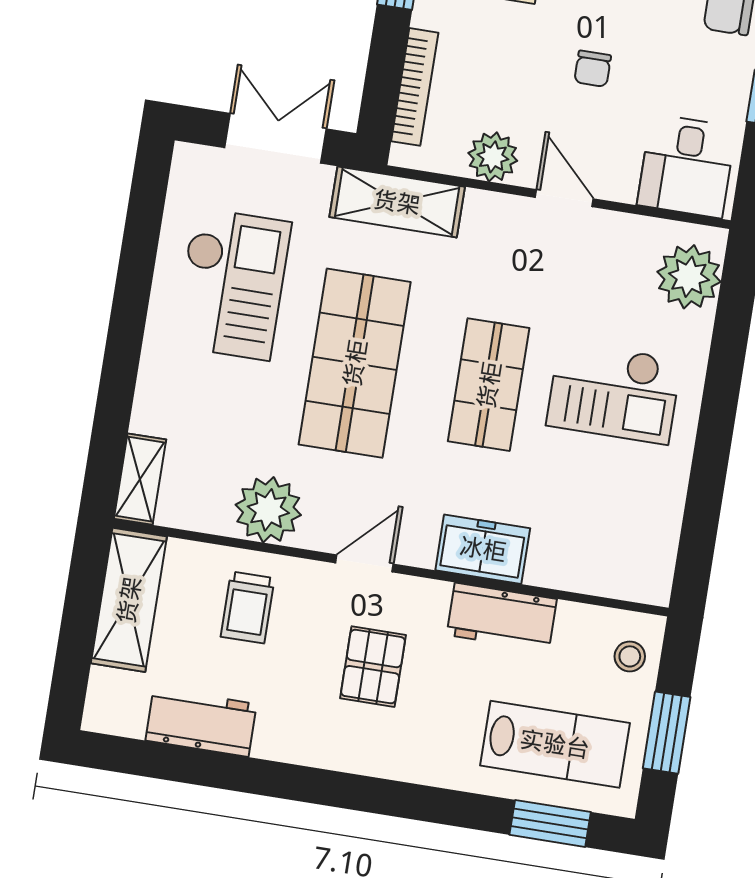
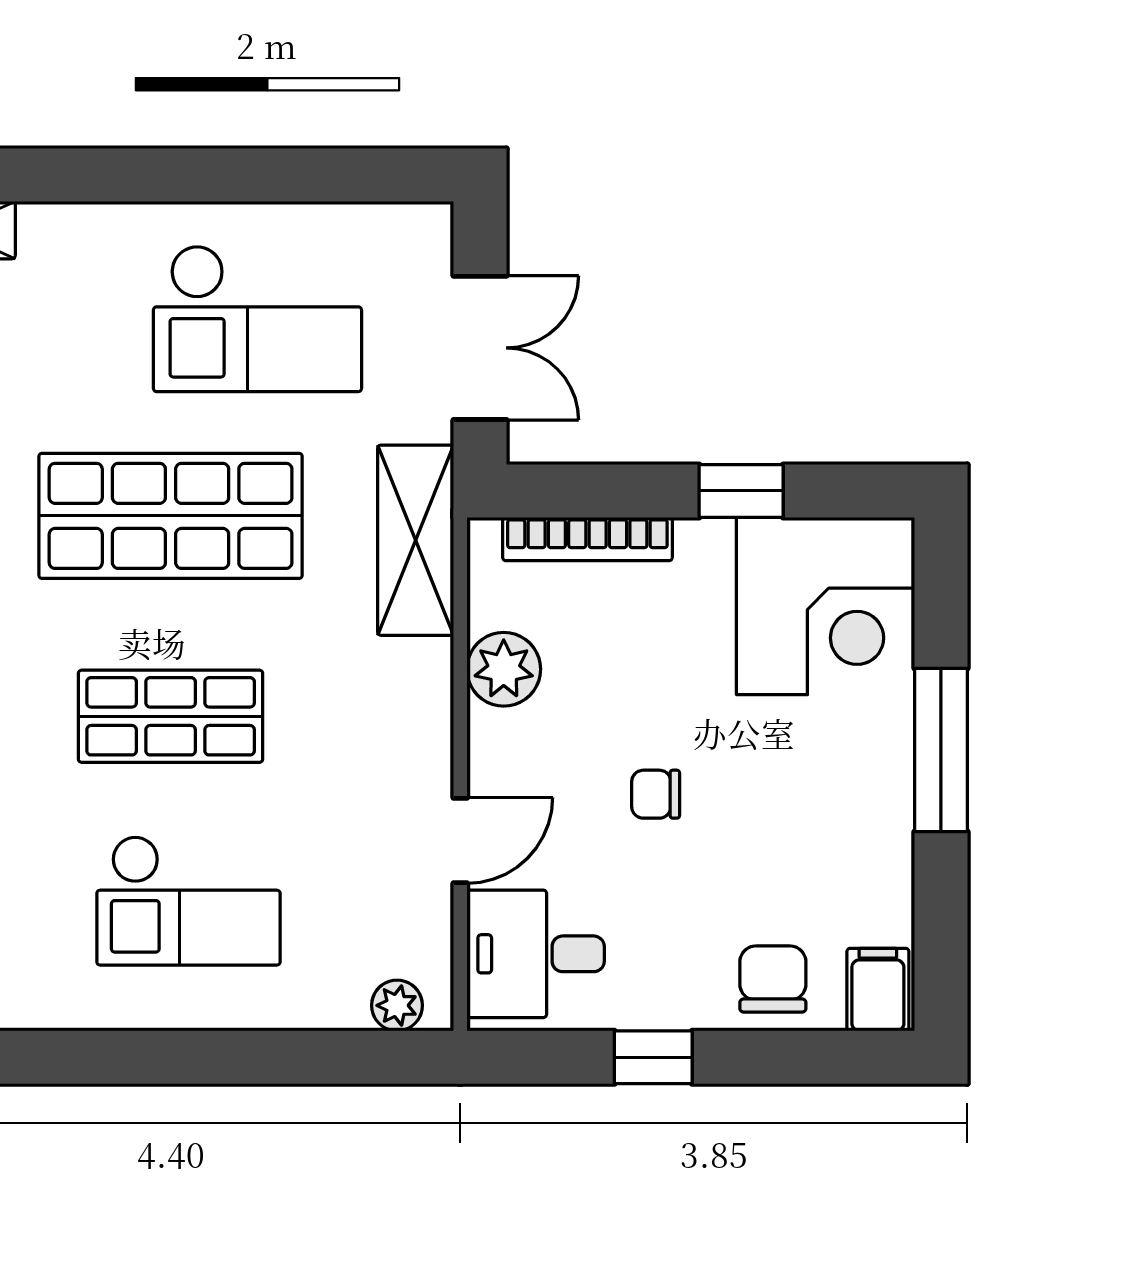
door: (564, 198) -> (460, 841), moved
plant: (689, 277) -> (397, 1005), width x0.53, depth x0.53
checkout: (614, 392) -> (188, 901), turned -90

